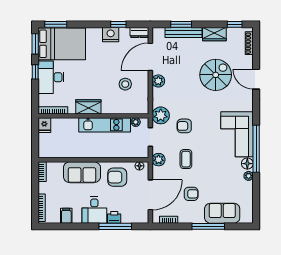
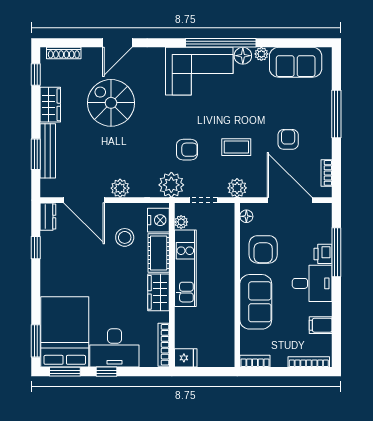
nightstand: (111, 35) -> (158, 220), moved, turned 180
cot: (115, 107) -> (159, 253), added
armchair: (184, 126) -> (187, 150), turned -90
sofa: (222, 213) -> (296, 62), moved, turned -90

